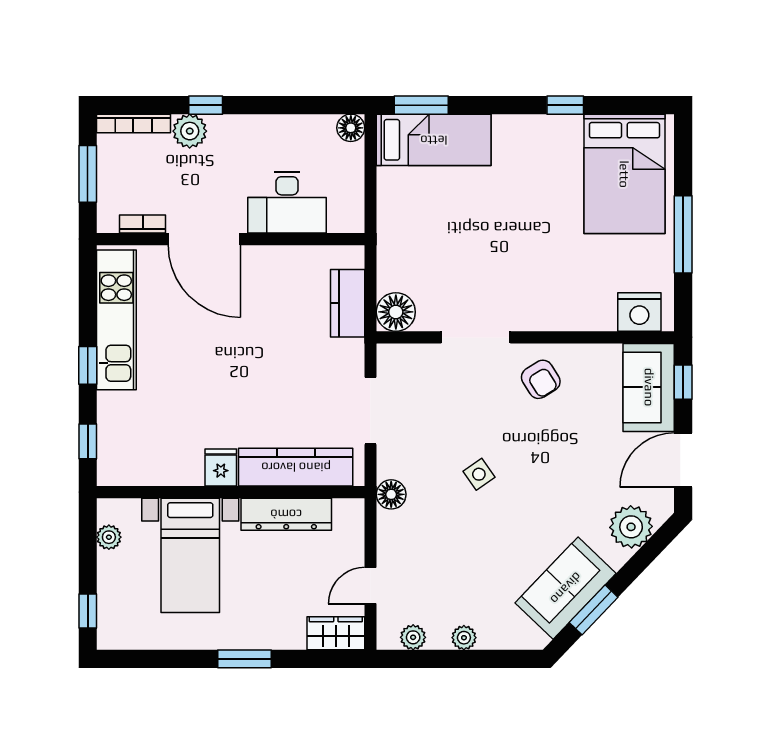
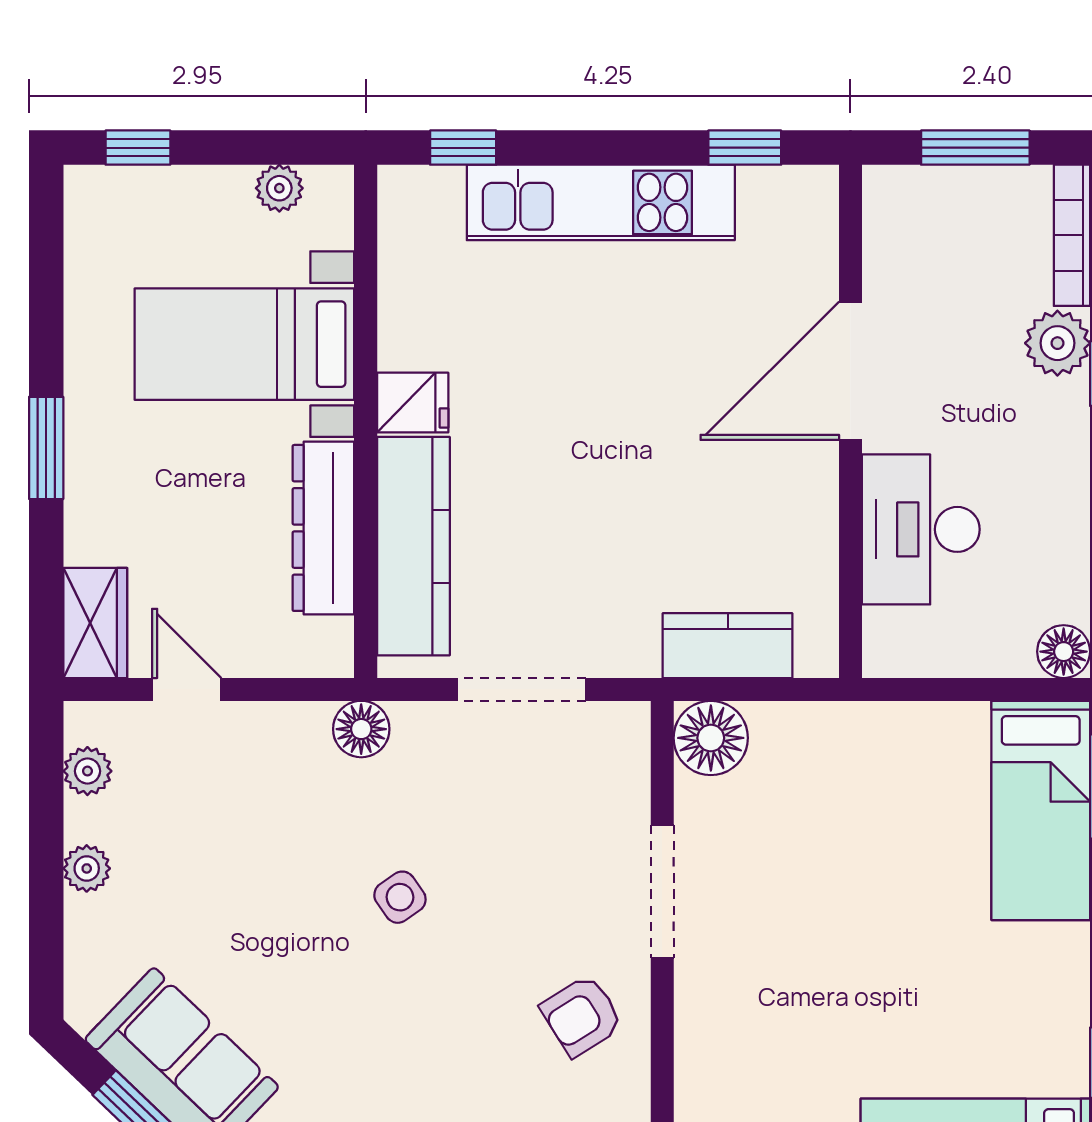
bookcase: (143, 224) -> (879, 253), removed
kitchen unit: (116, 320) -> (601, 202), moved
window: (88, 365) -> (745, 148), moved

